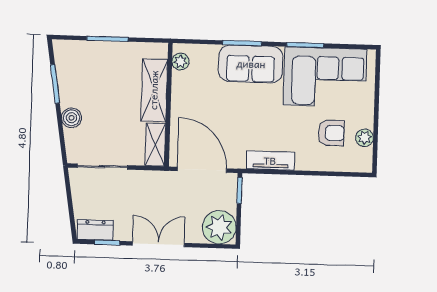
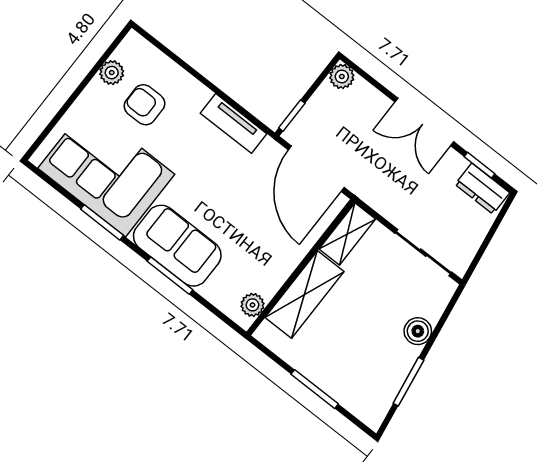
plant: (219, 227) -> (342, 76), width x0.53, depth x0.53

